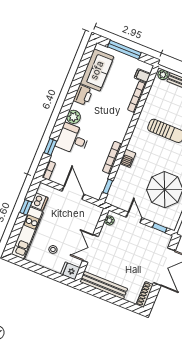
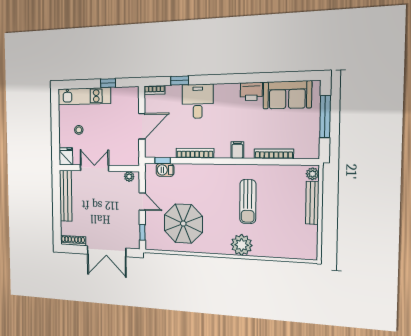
filing cabinet: (142, 76) -> (237, 150), moved
plant: (74, 117) -> (222, 92), removed
barbecue: (128, 158) -> (165, 170), moved
dishwasher: (39, 202) -> (119, 95), removed
door: (134, 217) -> (142, 201), hinge flipped

